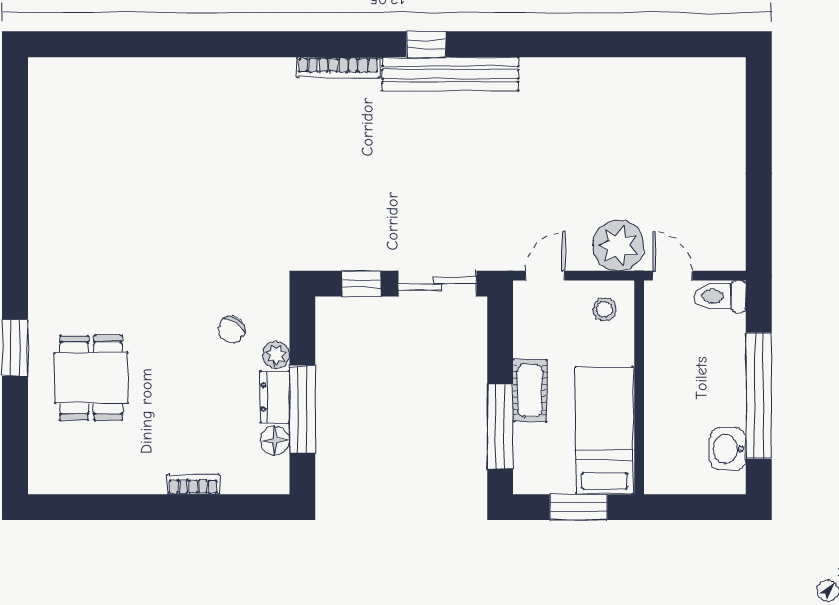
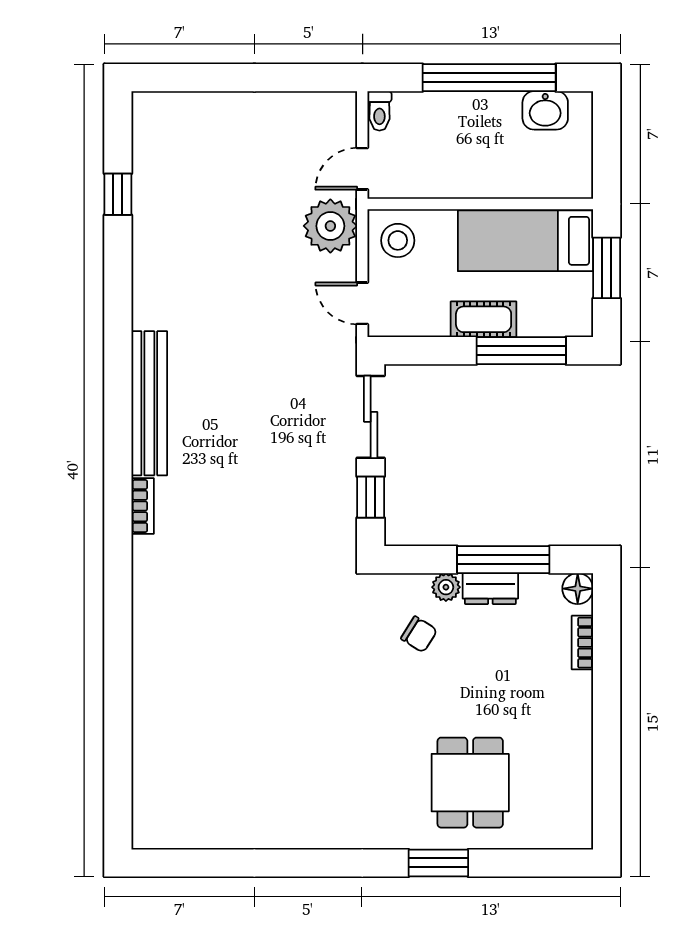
window: (426, 44) -> (118, 194), moved
bookcase: (338, 68) -> (143, 506), width x0.64
toilet: (720, 296) -> (379, 111), width x0.73, depth x0.72
stool: (605, 309) -> (398, 240), width x1.37, depth x1.37
dining table: (91, 378) -> (470, 783), turned 90
floor lamp: (275, 440) -> (578, 589), moved
bookcase: (193, 484) -> (582, 643), moved

